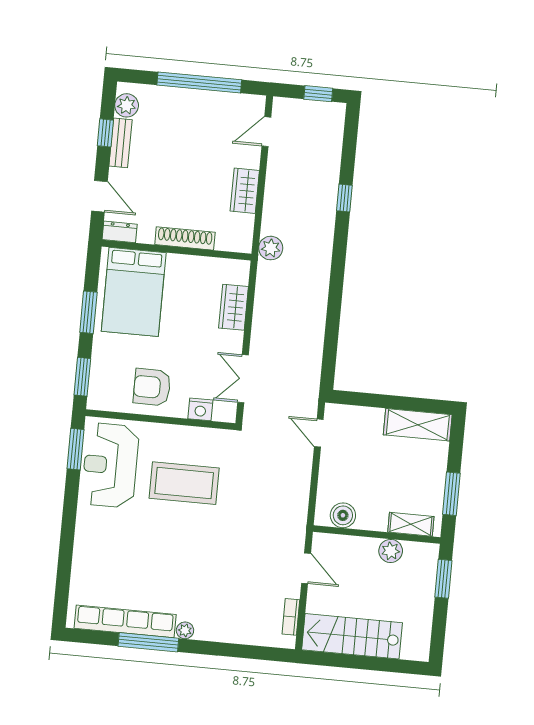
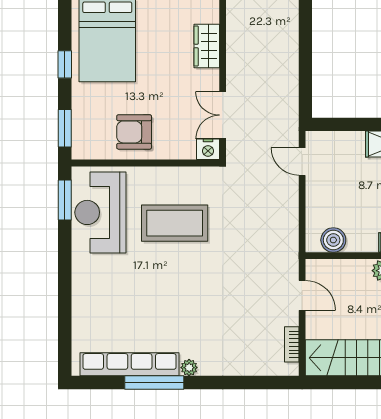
window: (88, 312) -> (65, 64), width x0.67
nightstand: (200, 409) -> (208, 149), moved

